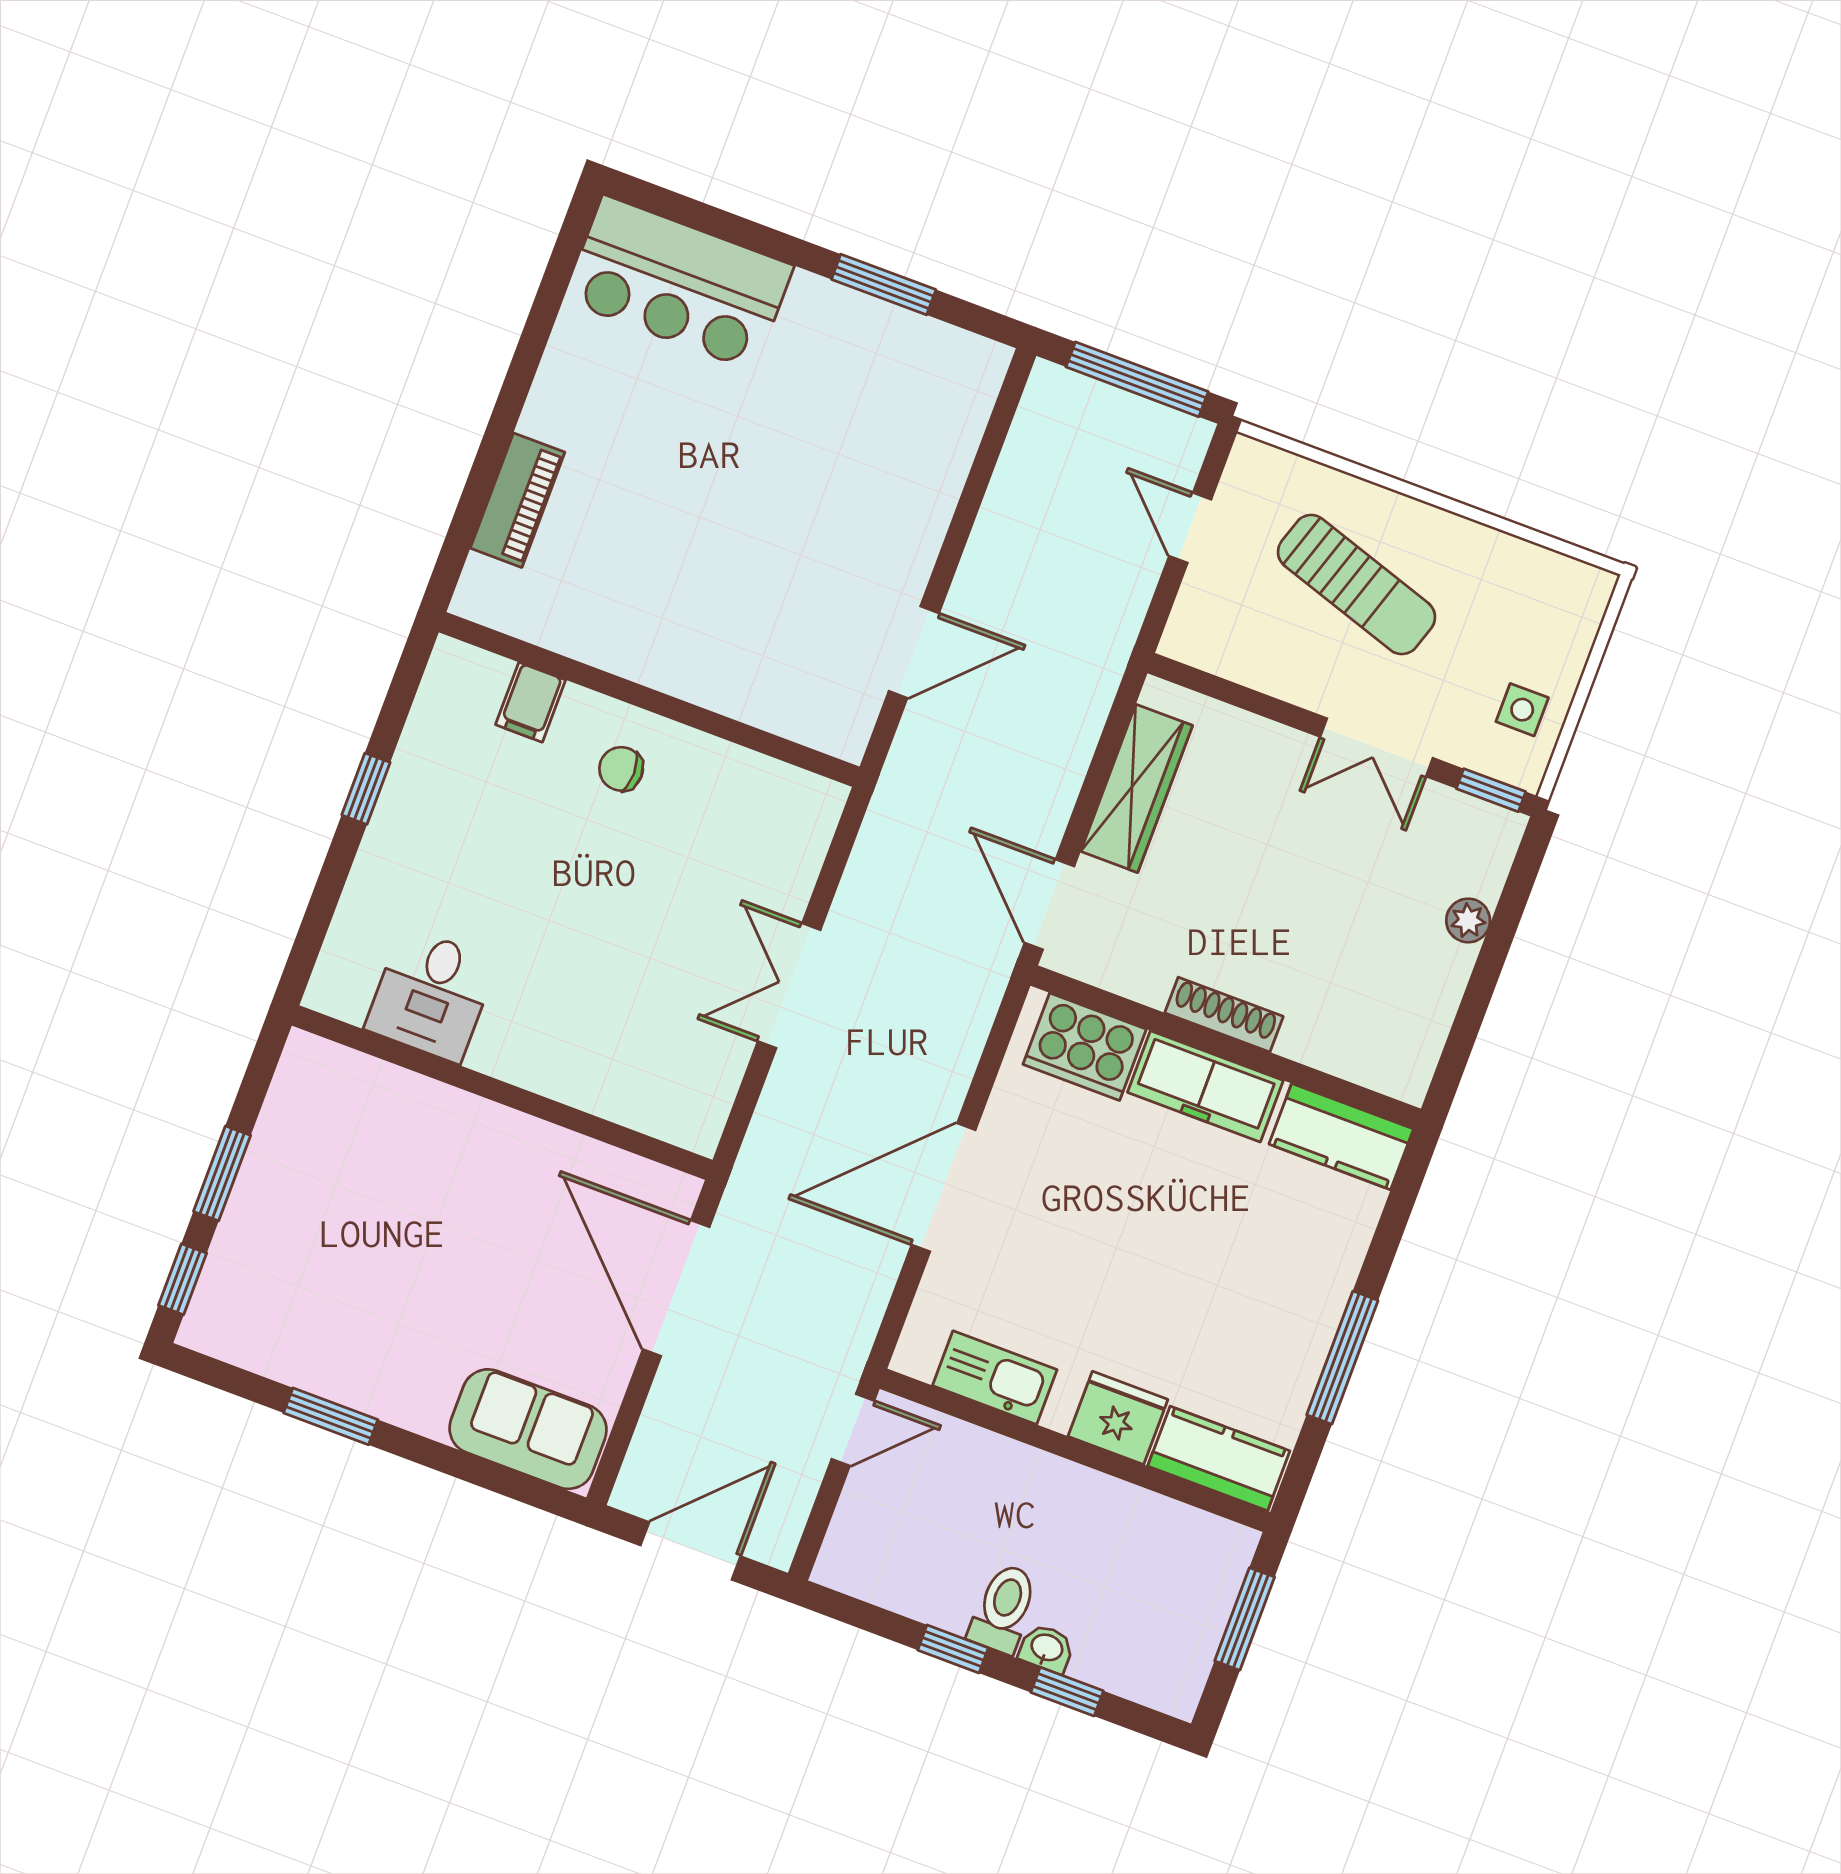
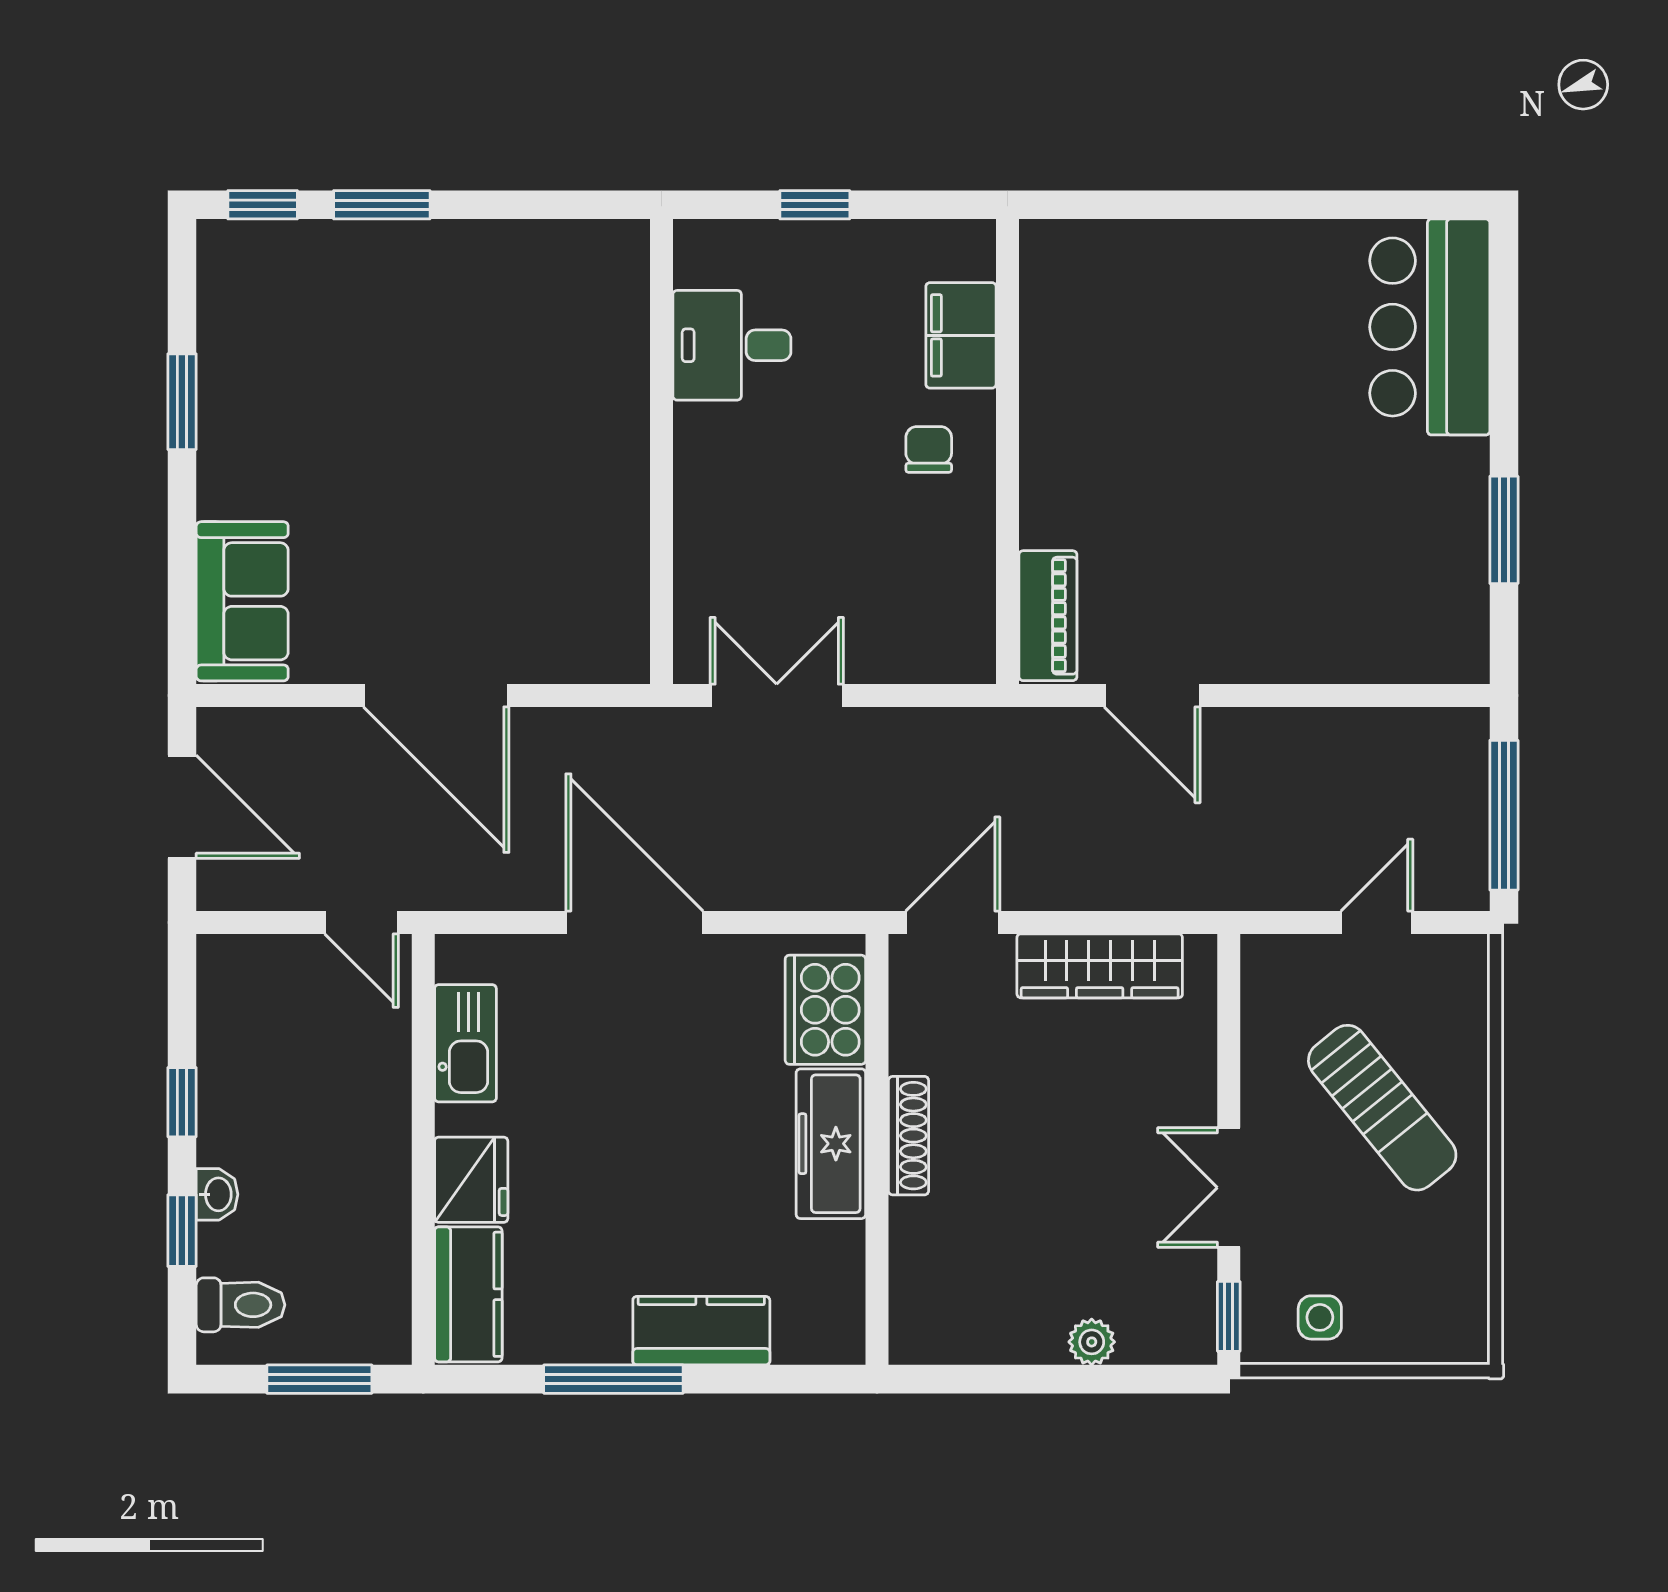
piano: (518, 500) -> (1048, 616), moved, turned -90
sun lounger: (1357, 585) -> (1382, 1108), turned -57
filing cabinet: (531, 702) -> (961, 335), width x2.00
desk: (431, 995) -> (732, 345), moved
wall: (502, 1093) -> (661, 452), moved
kitchen counter: (1341, 1137) -> (701, 1331), moved, turned 90
door: (676, 1288) -> (436, 695), swing flipped
toilet: (1003, 1609) -> (241, 1305), moved

